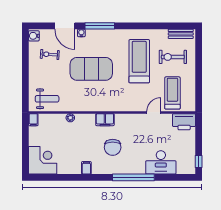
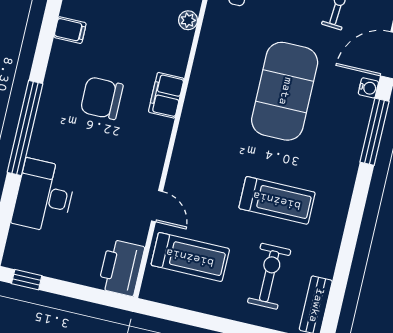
treadmill: (139, 61) -> (277, 200), width x0.73, depth x0.73

